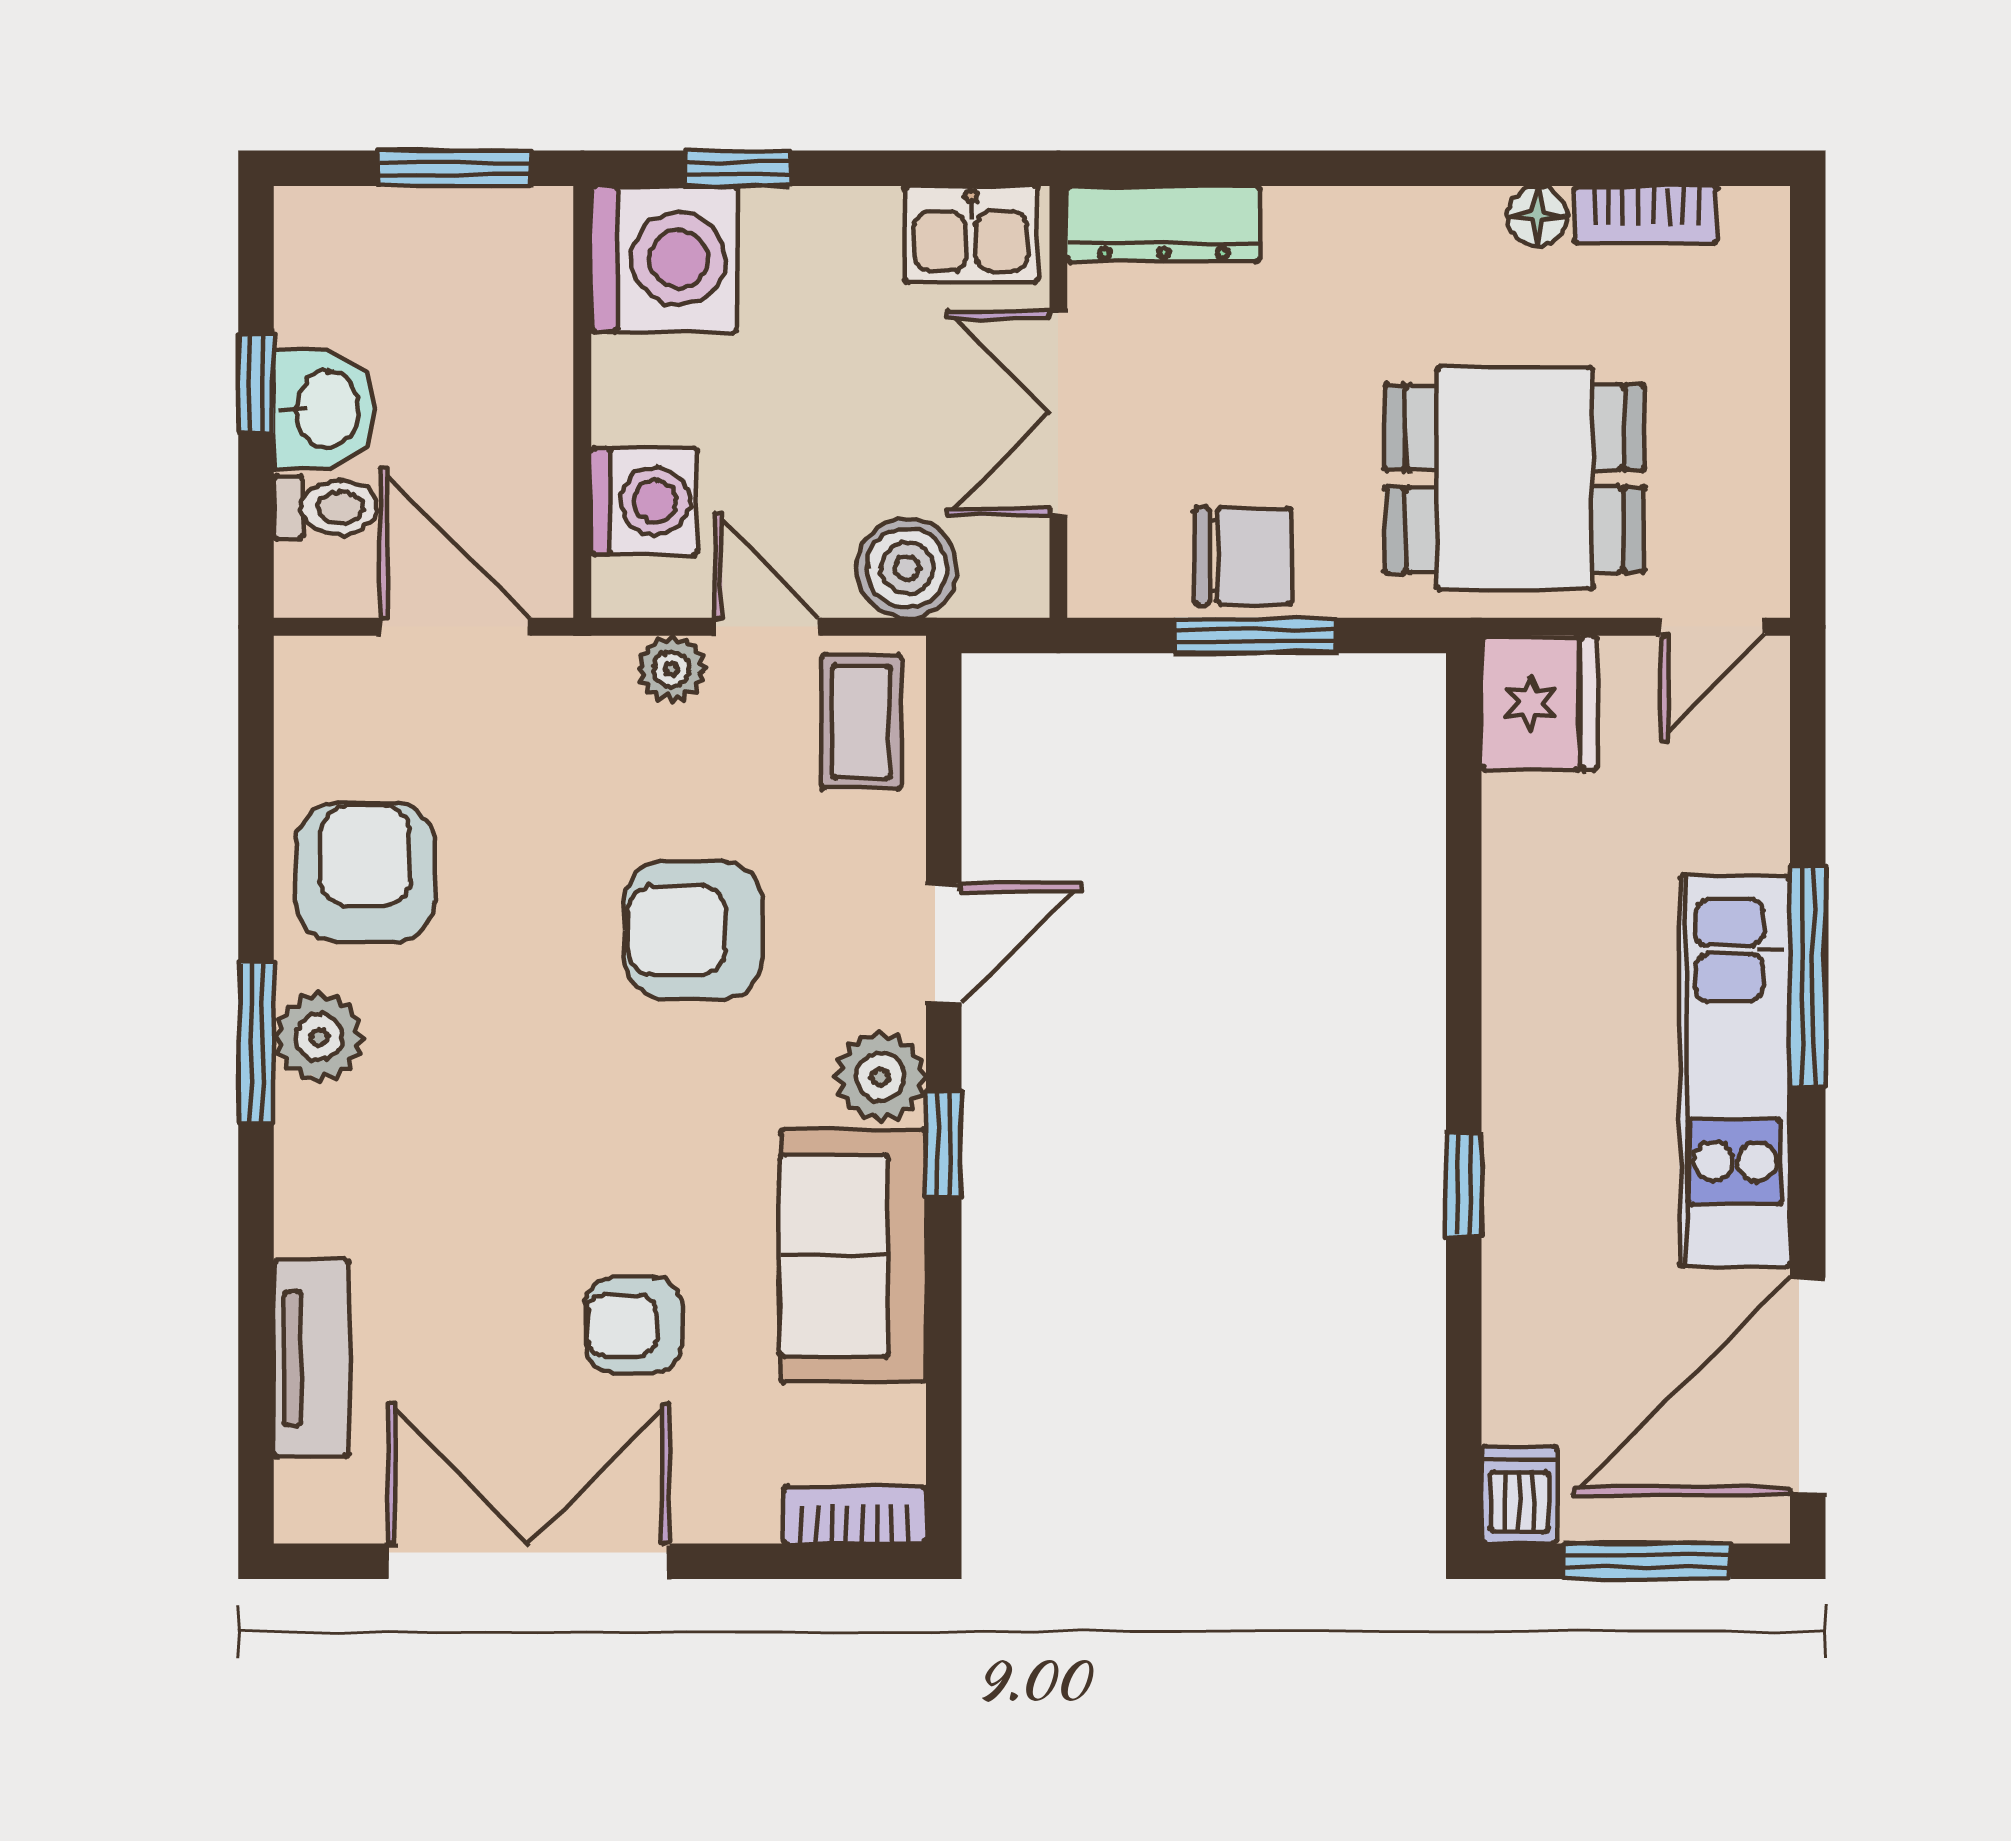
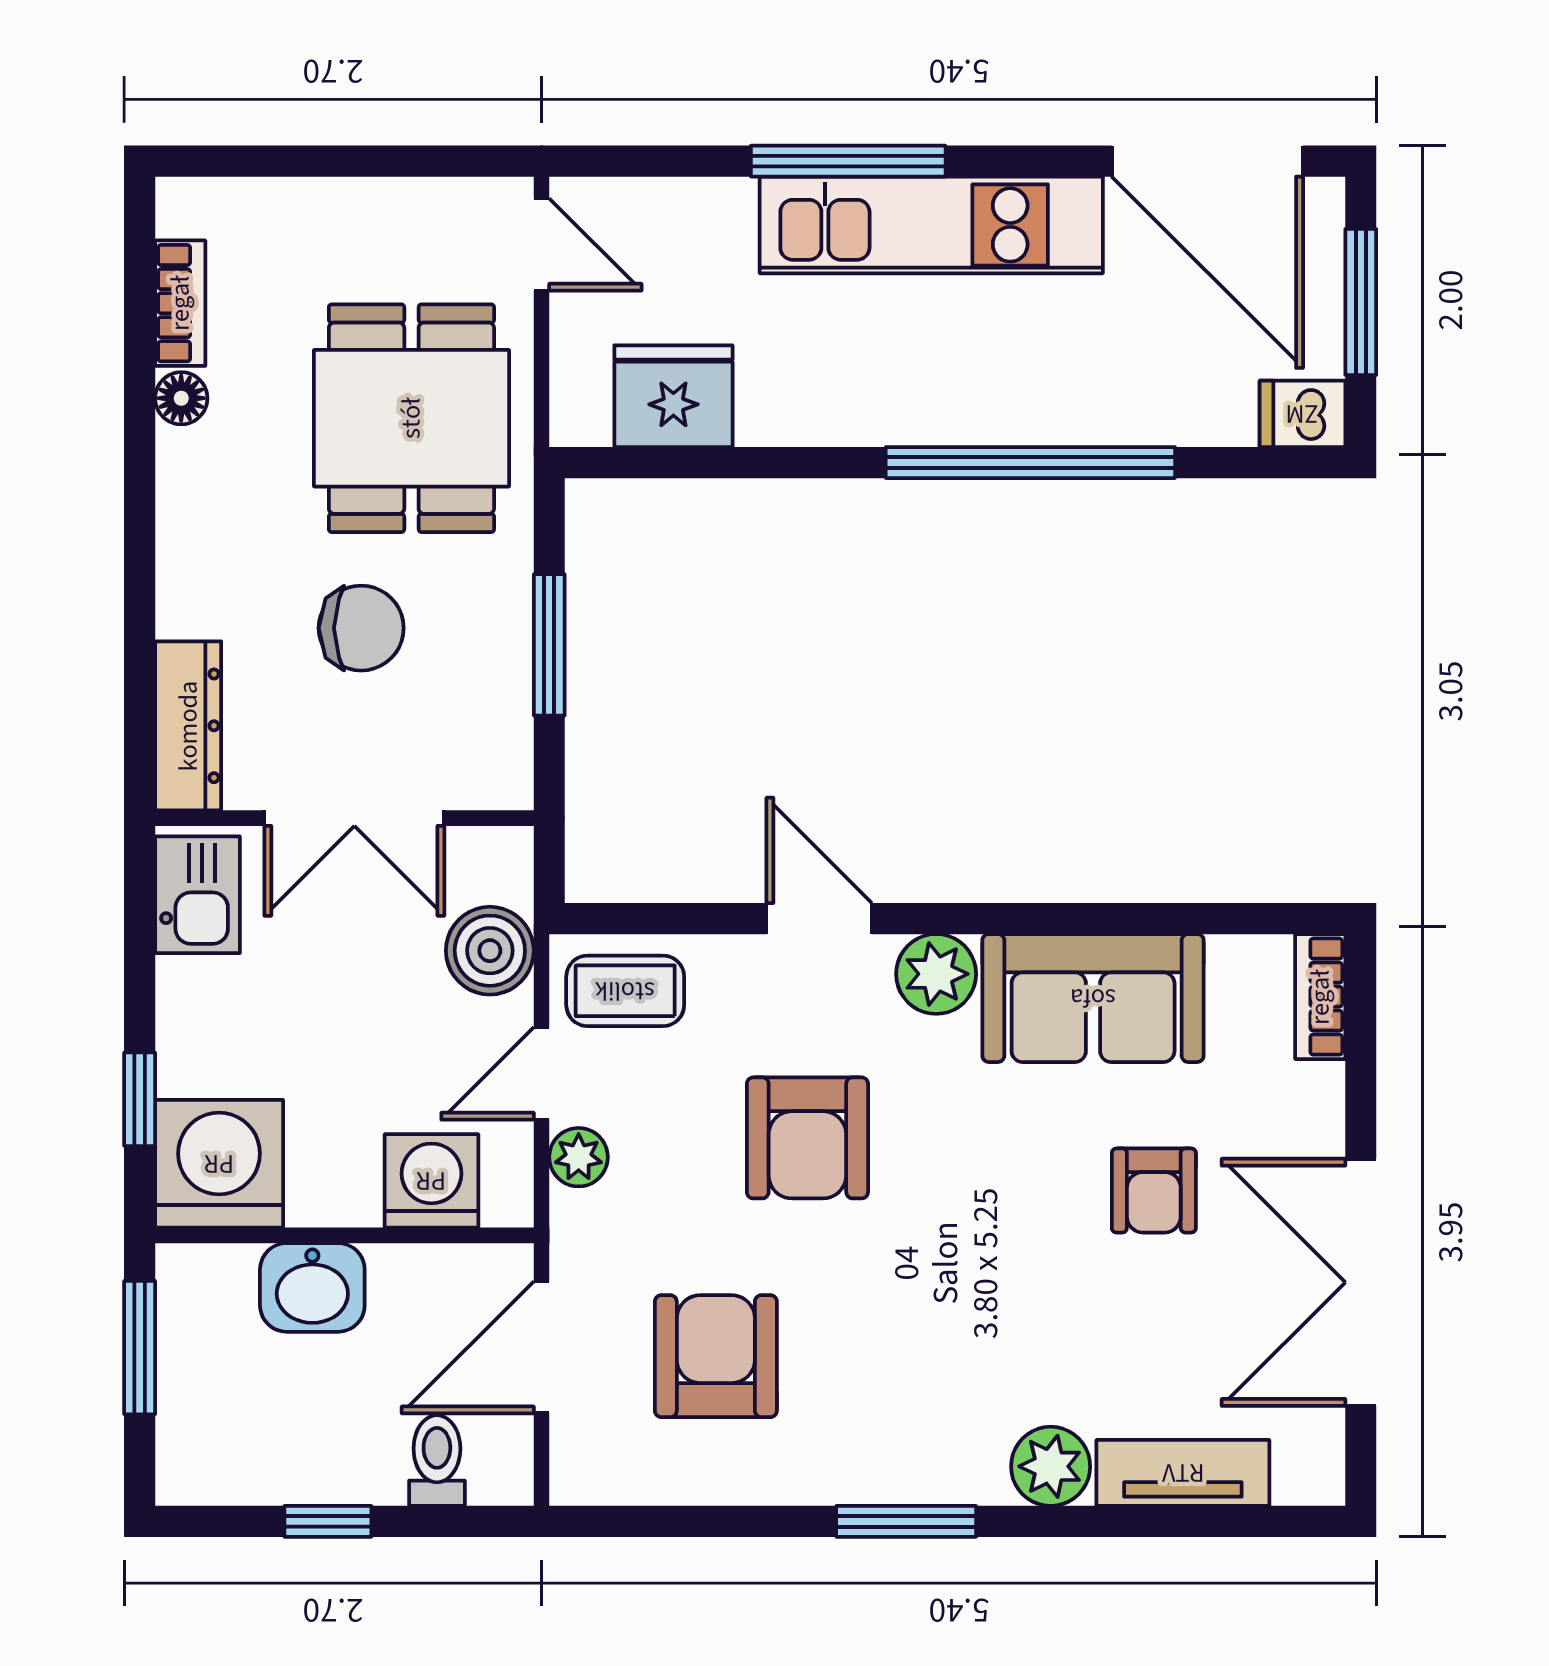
washbasin: (324, 409) -> (312, 1287), moved, turned 180
chair: (1243, 556) -> (361, 628), moved, turned 90
fridge: (1540, 703) -> (673, 396), moved
armchair: (365, 872) -> (716, 1356), moved, turned 90
plant: (319, 1037) -> (1051, 1466), moved
window: (944, 1144) -> (995, 919), removed
window: (1464, 1184) -> (1030, 463), width x3.17

